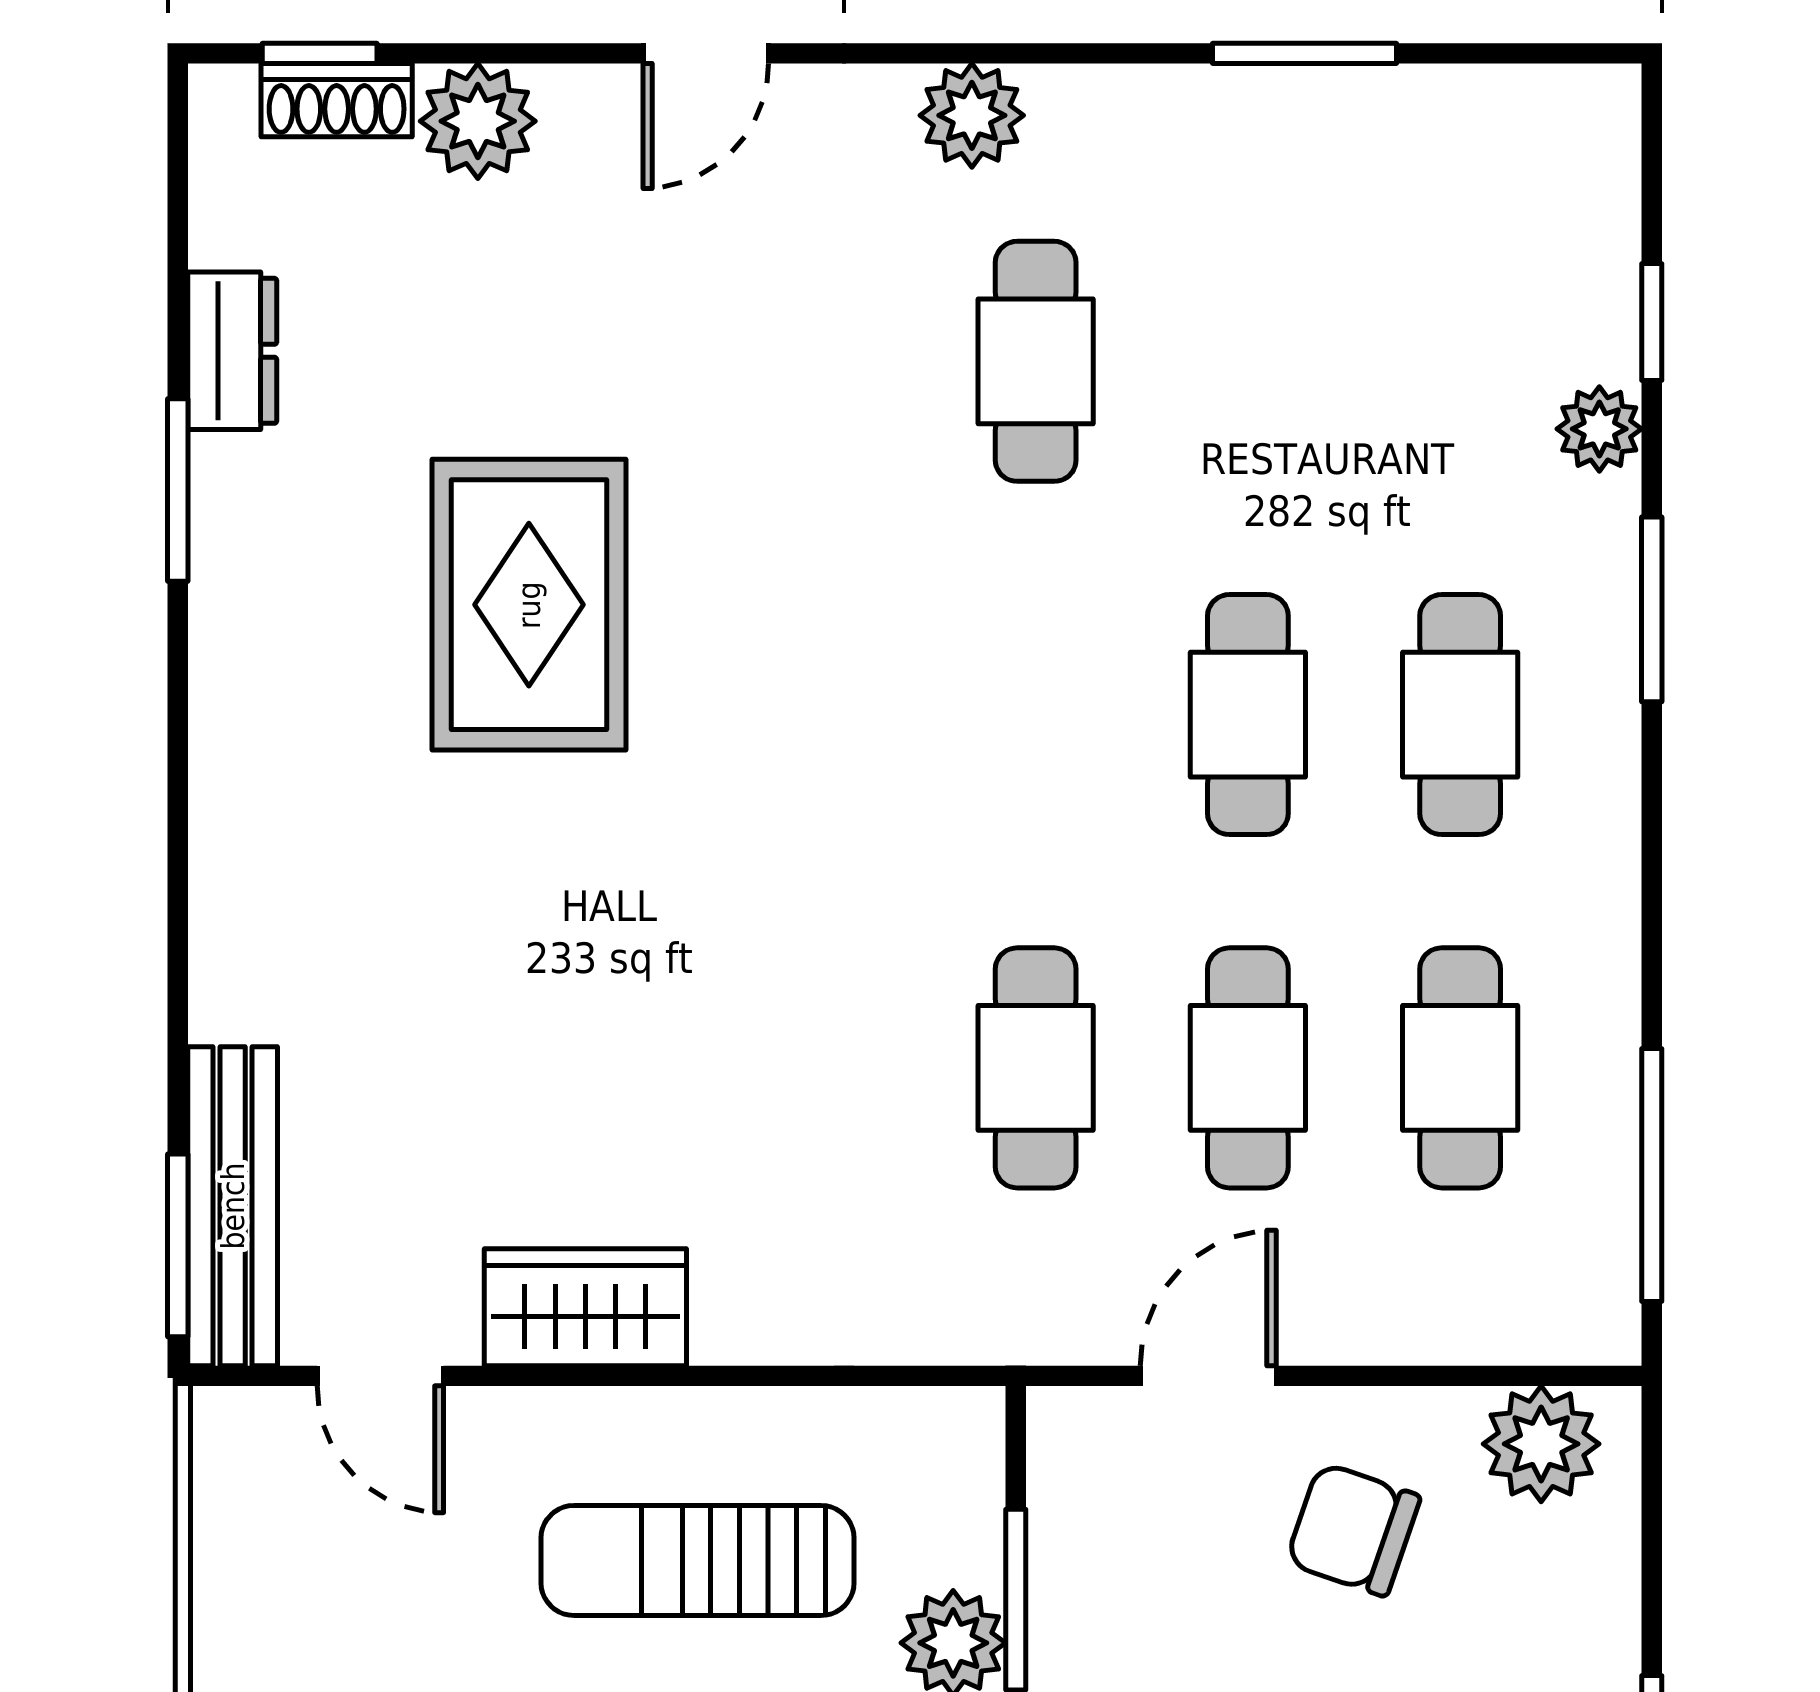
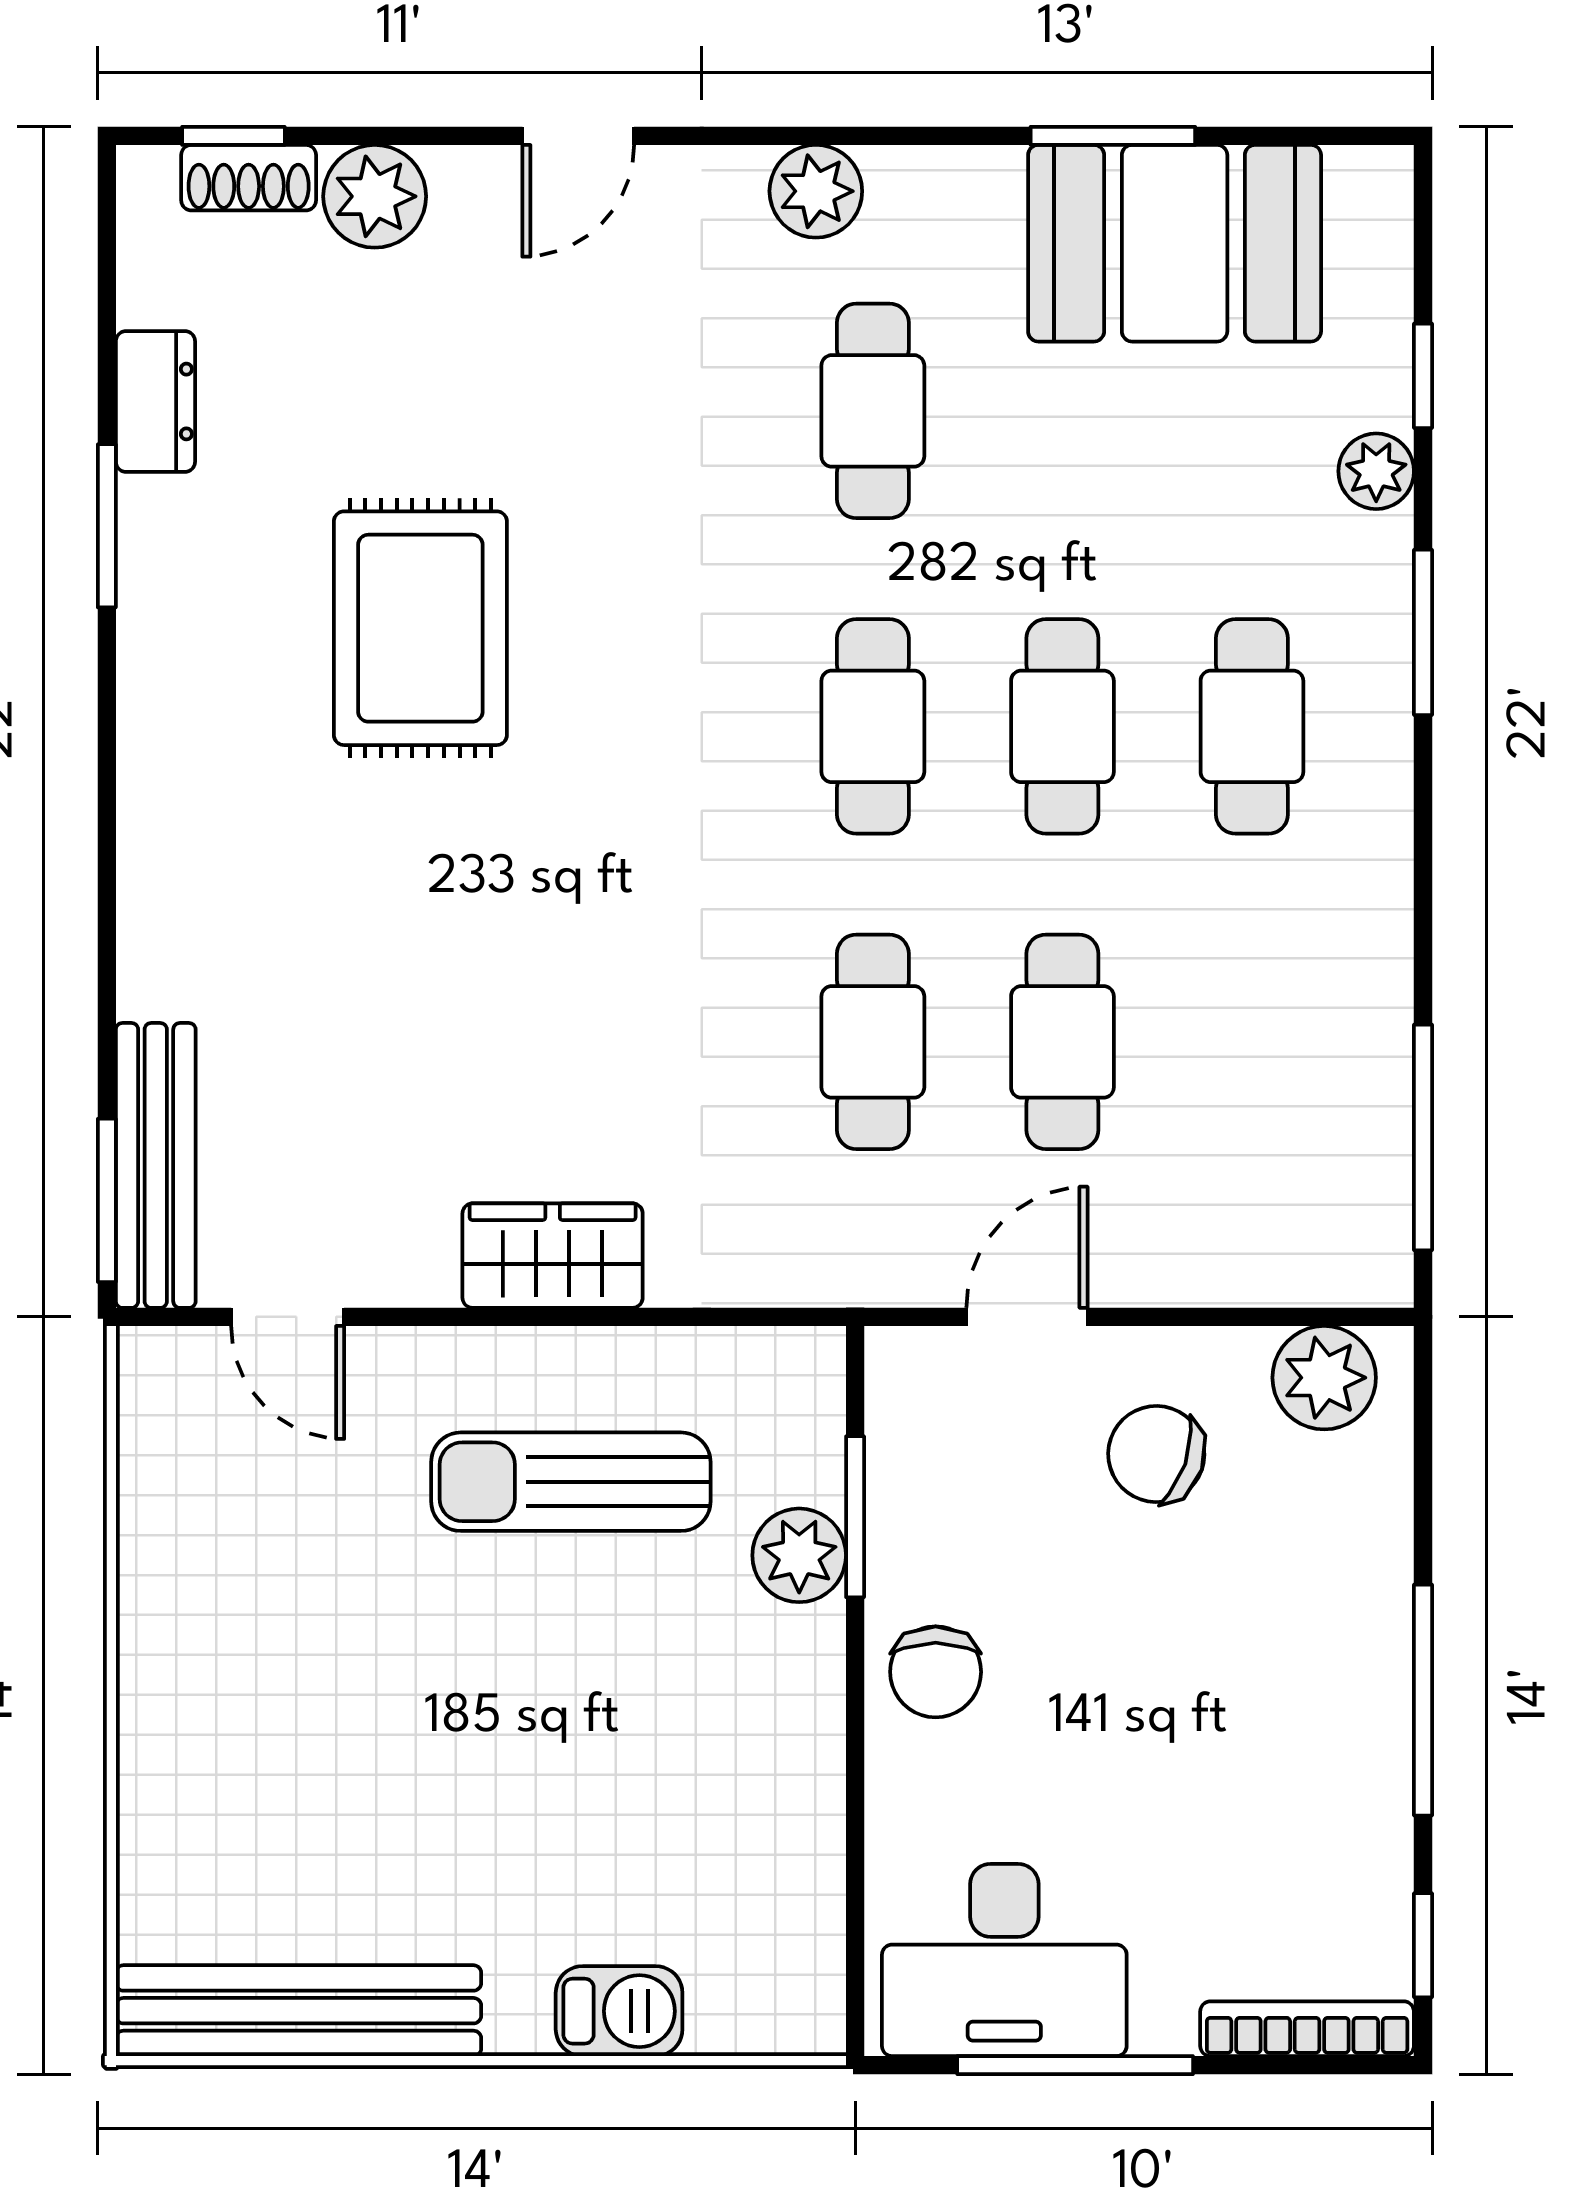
booth: (1373, 174) -> (1175, 243), added
cafe table: (1460, 1068) -> (873, 726), moved
wardrobe: (585, 1307) -> (553, 1256), moved

